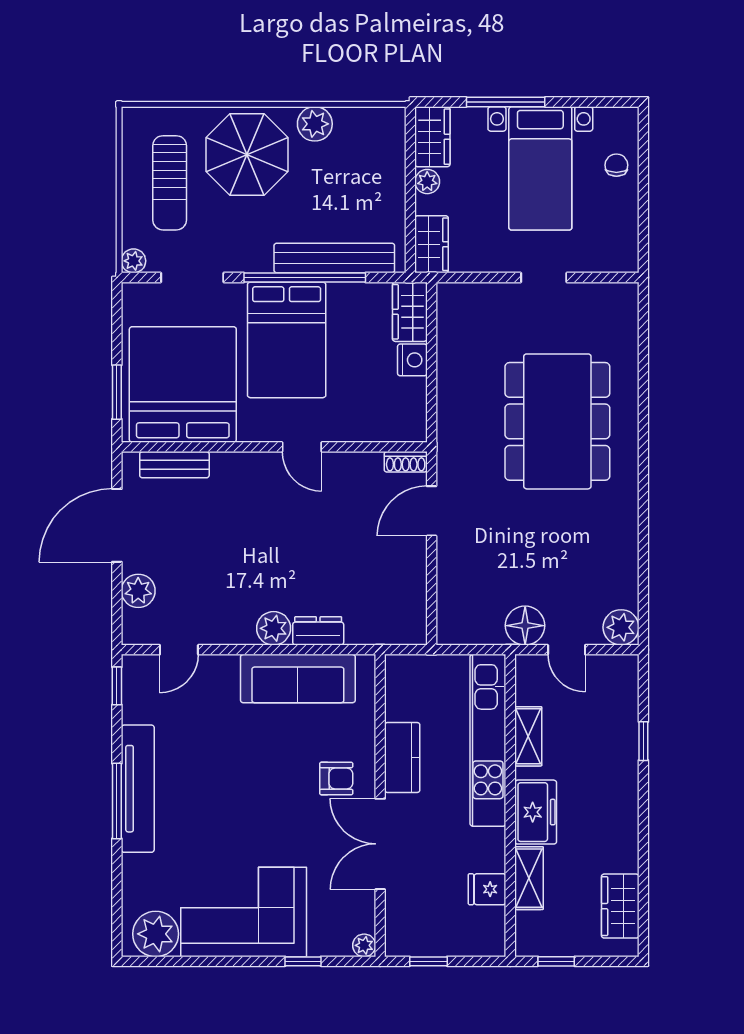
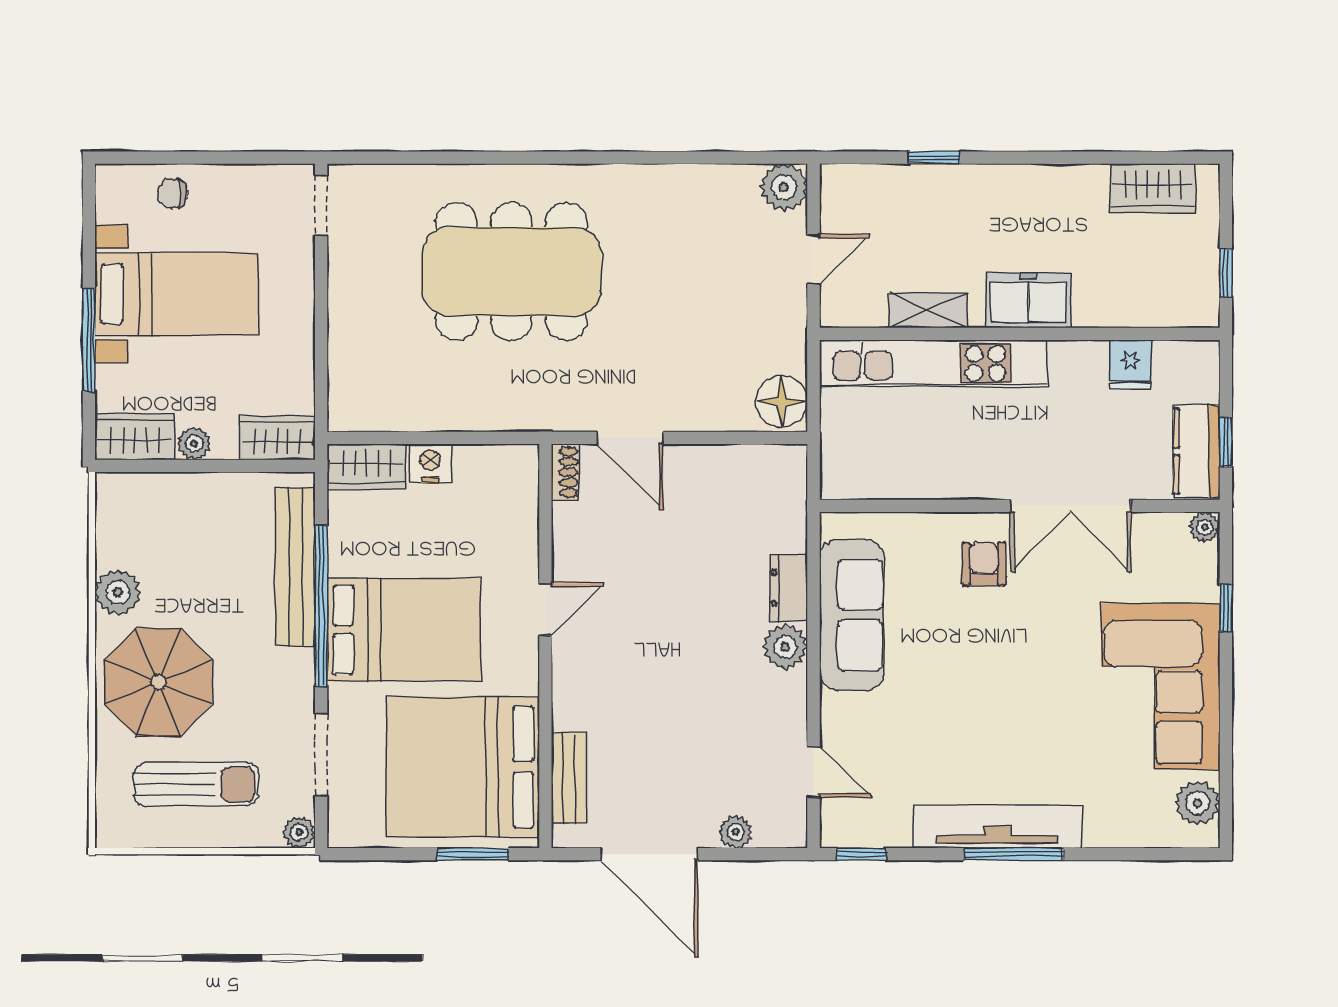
doorway: (544, 278) -> (321, 206), moved
plant: (138, 591) -> (736, 832), width x0.73, depth x0.73
floor lamp: (525, 626) -> (782, 402), moved
kitchen counter: (402, 758) -> (1197, 451), moved, turned -90
shelving: (529, 878) -> (1116, 309), removed
plant: (156, 934) -> (1198, 803), width x0.73, depth x0.73

